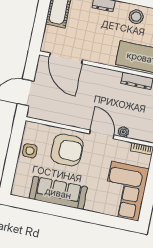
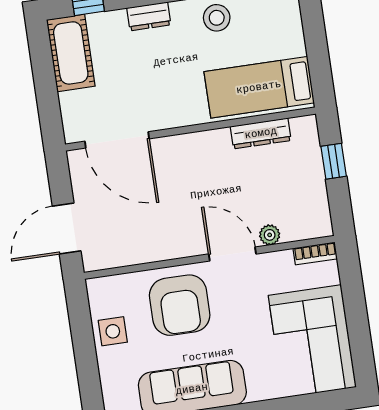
armchair: (67, 150) -> (180, 305), turned 90

